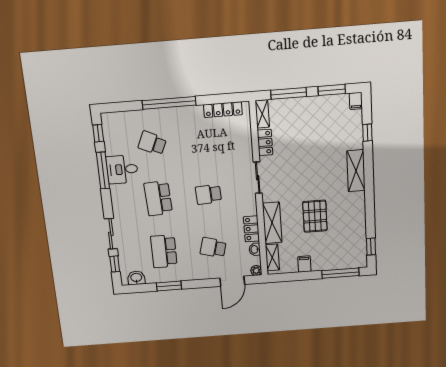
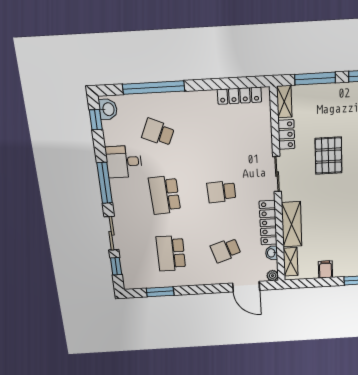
window: (169, 103) -> (154, 88), moved
window: (103, 170) -> (105, 183), moved
pallet: (315, 216) -> (329, 156), moved
locker: (251, 229) -> (268, 223), width x1.53
school desk: (213, 248) -> (226, 250), turned -33
washbasin: (136, 278) -> (108, 109), moved, turned 90
door: (232, 281) -> (246, 287), hinge flipped
window: (169, 286) -> (160, 292), moved

